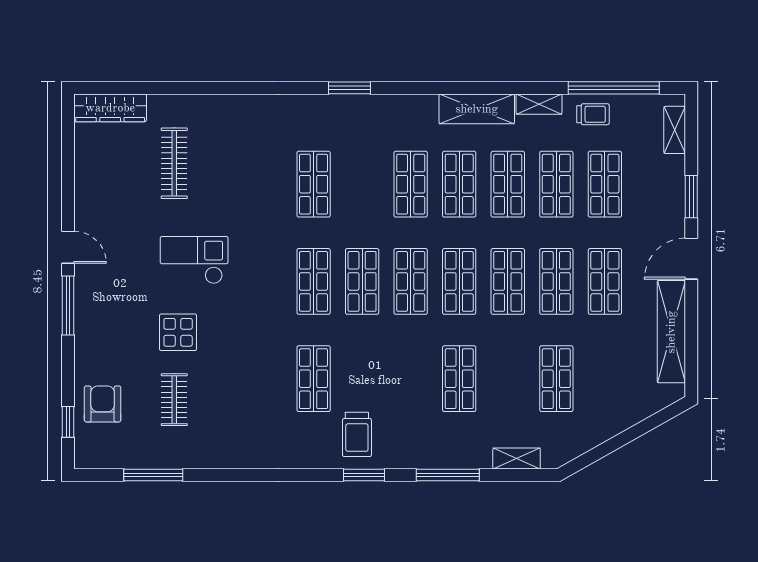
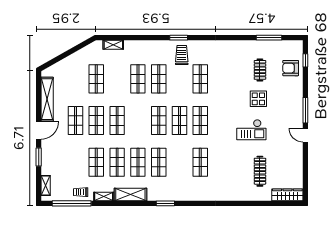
window: (350, 88) -> (165, 203), moved
shop shelf: (605, 184) -> (76, 162), removed
shop shelf: (459, 281) -> (159, 79), moved
armchair: (103, 404) -> (291, 68), turned 90
window: (448, 475) -> (143, 38), removed

